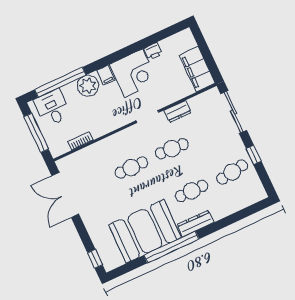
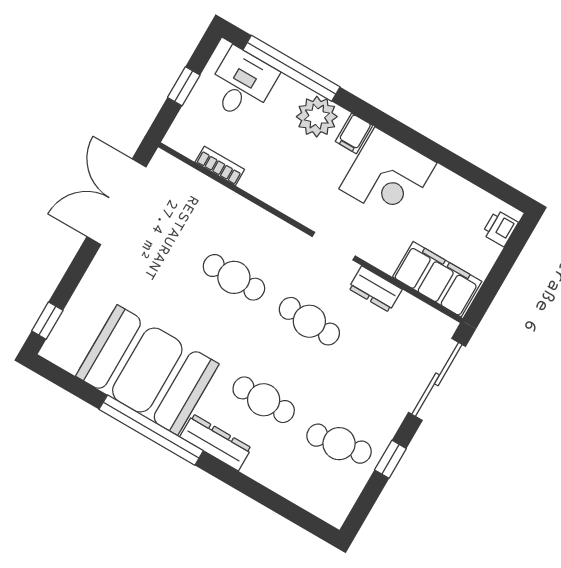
printer: (153, 51) -> (500, 228), moved, turned 90
filing cabinet: (197, 69) -> (437, 279), moved, turned 90
window: (36, 133) -> (184, 86), width x0.46

